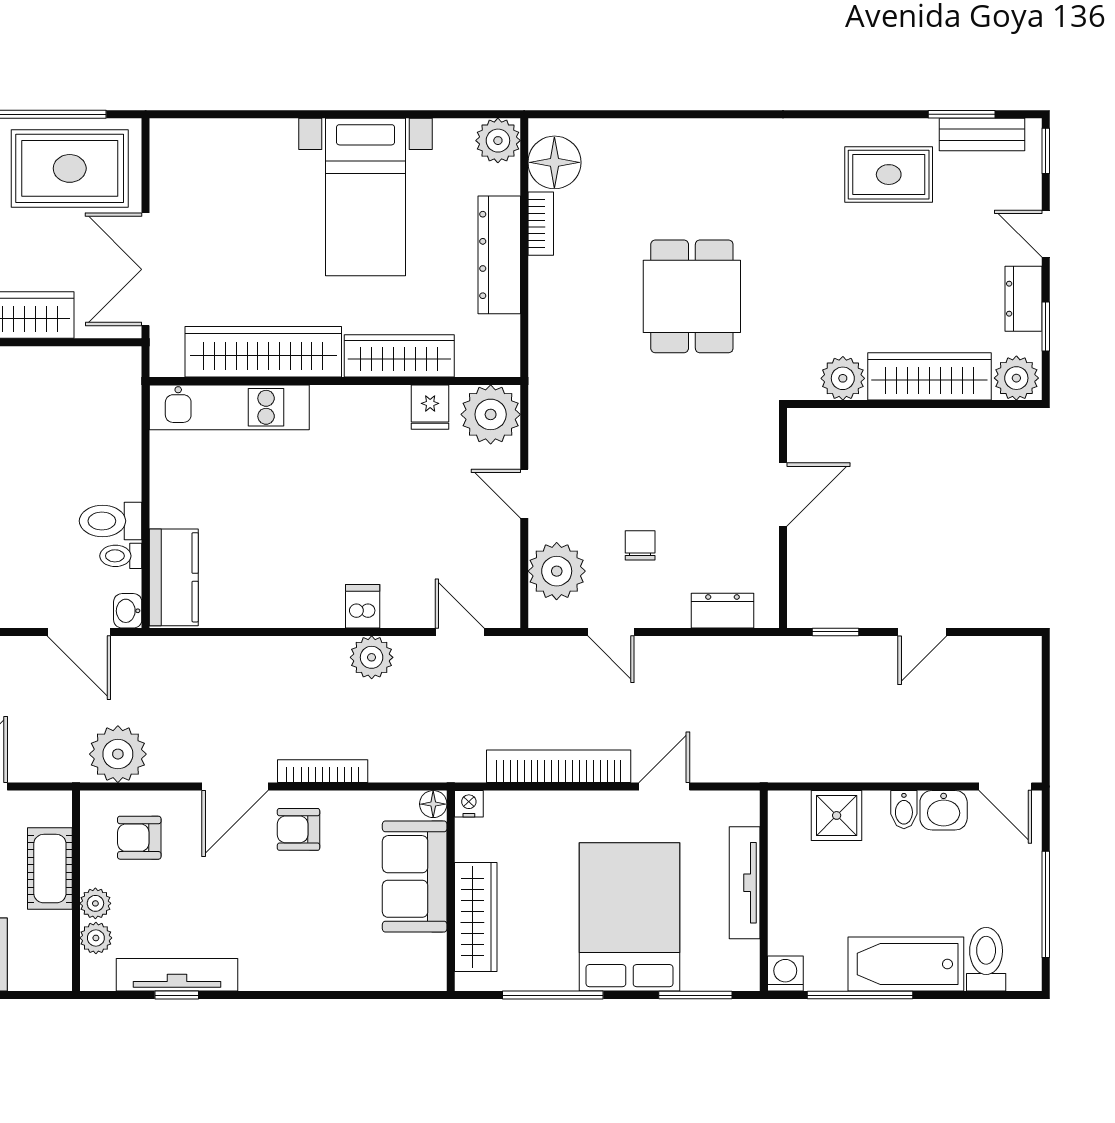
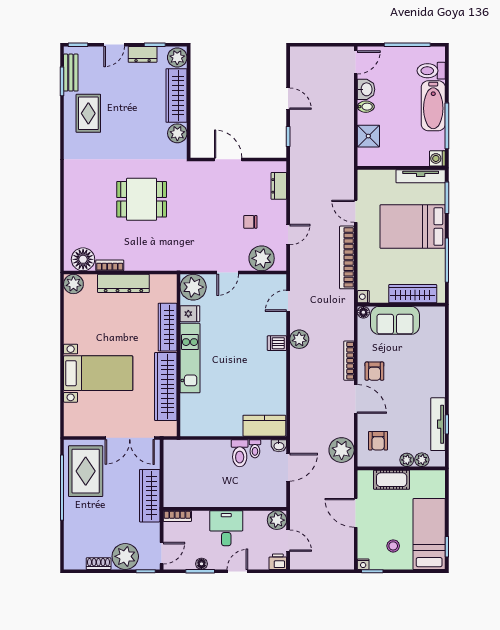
bed with nightstands: (366, 197) -> (98, 373), moved
kitchen unit: (229, 407) -> (190, 358), moved
tv unit: (745, 883) -> (421, 176), moved

